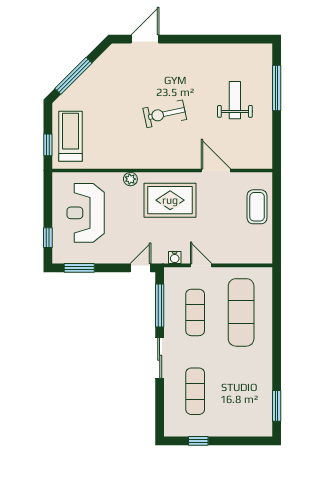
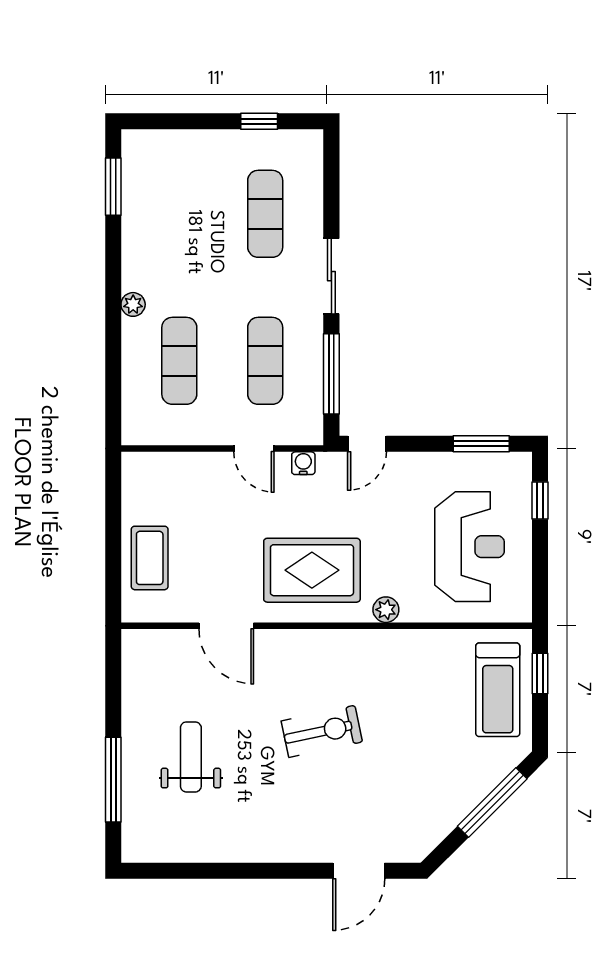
weight bench: (235, 100) -> (191, 757), turned 180
exercise mat: (241, 312) -> (179, 361), width x0.73, depth x0.69
plant: (266, 343) -> (133, 304), added

